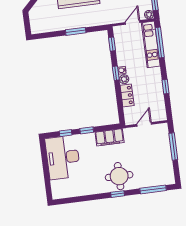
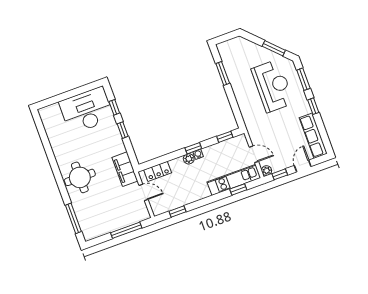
window: (76, 31) -> (223, 73), moved
window: (160, 43) -> (238, 189), width x0.46
window: (166, 87) -> (178, 212), moved
locker: (127, 95) -> (158, 171), moved
filing cabinet: (110, 137) -> (125, 169), moved
window: (118, 194) -> (59, 180), removed

